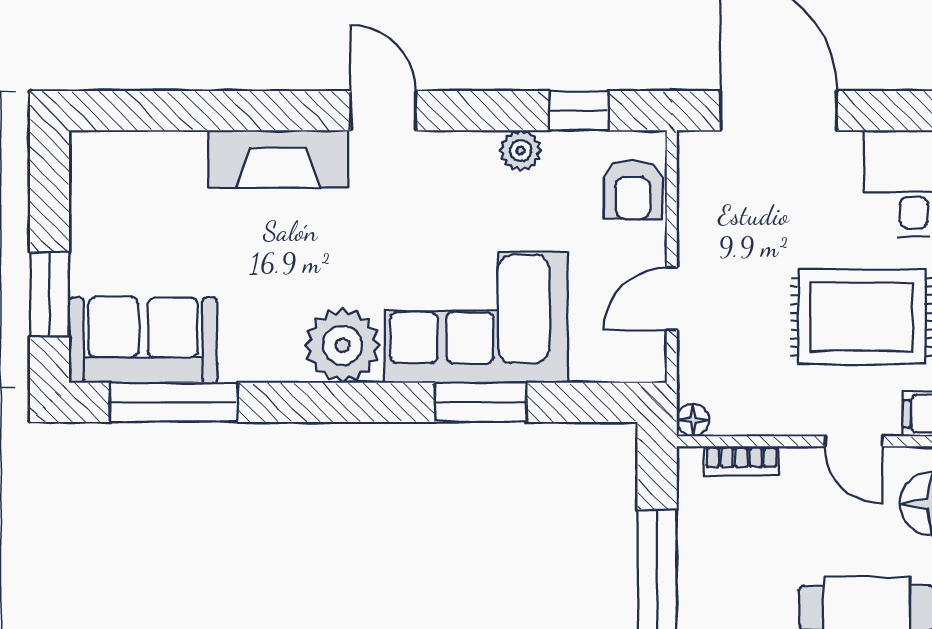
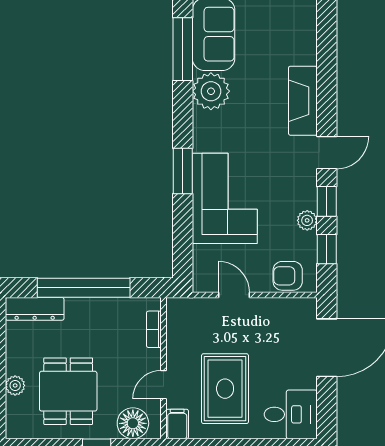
window: (482, 111) -> (327, 201), added
plant: (343, 345) -> (211, 91), moved
window: (481, 402) -> (183, 171), moved
floor lamp: (693, 420) -> (174, 305), removed

